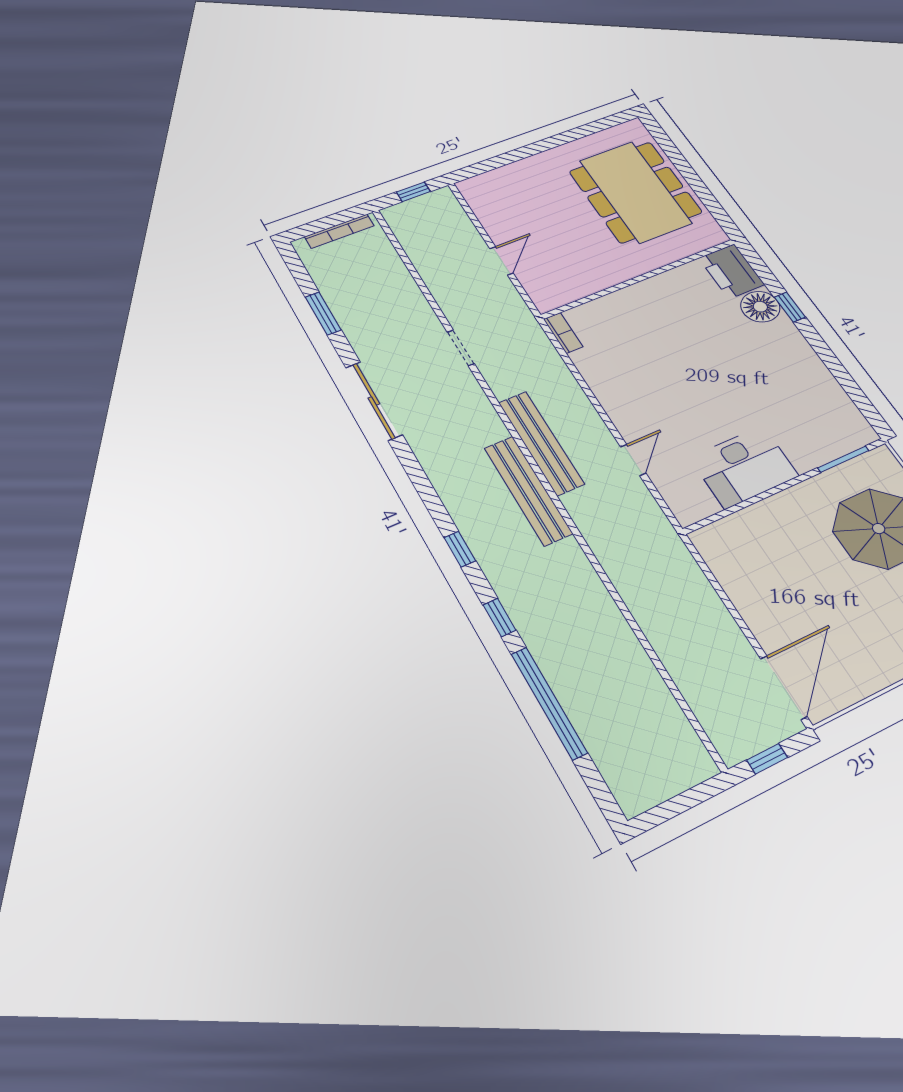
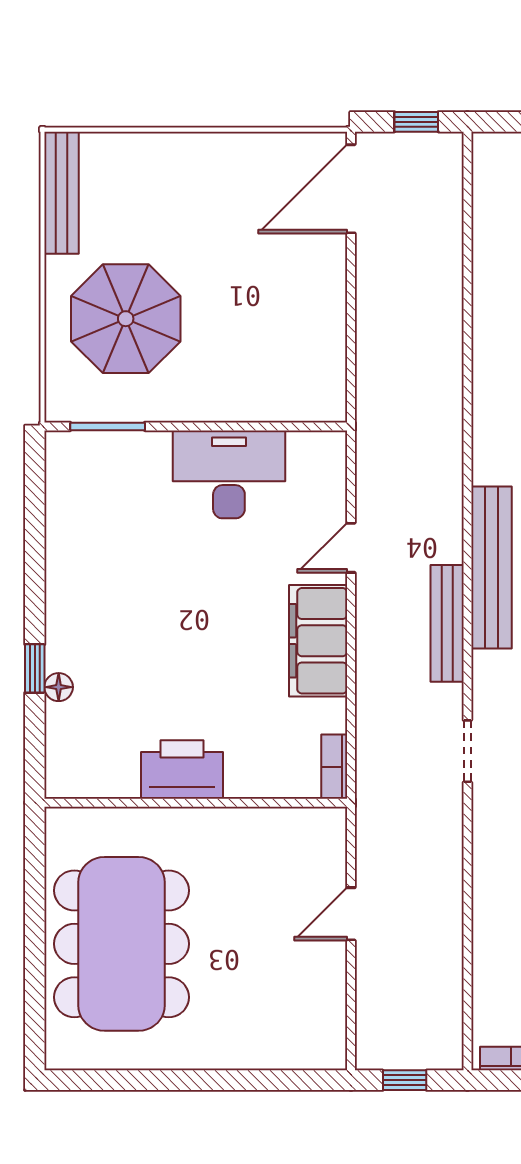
printer: (732, 271) -> (182, 769), moved, turned -90
floor lamp: (760, 307) -> (59, 687), width x0.53, depth x0.53
doorway: (461, 348) -> (467, 751), moved
filing cabinet: (620, 397) -> (318, 641), added
bench: (541, 443) -> (447, 623), width x0.73, depth x0.82

